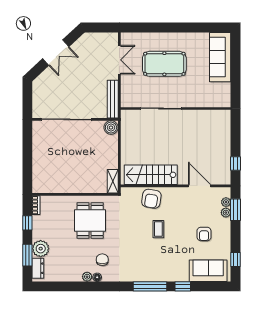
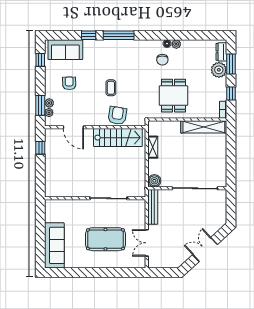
shelving: (113, 181) -> (153, 147), moved
shelving: (57, 186) -> (204, 127), added

